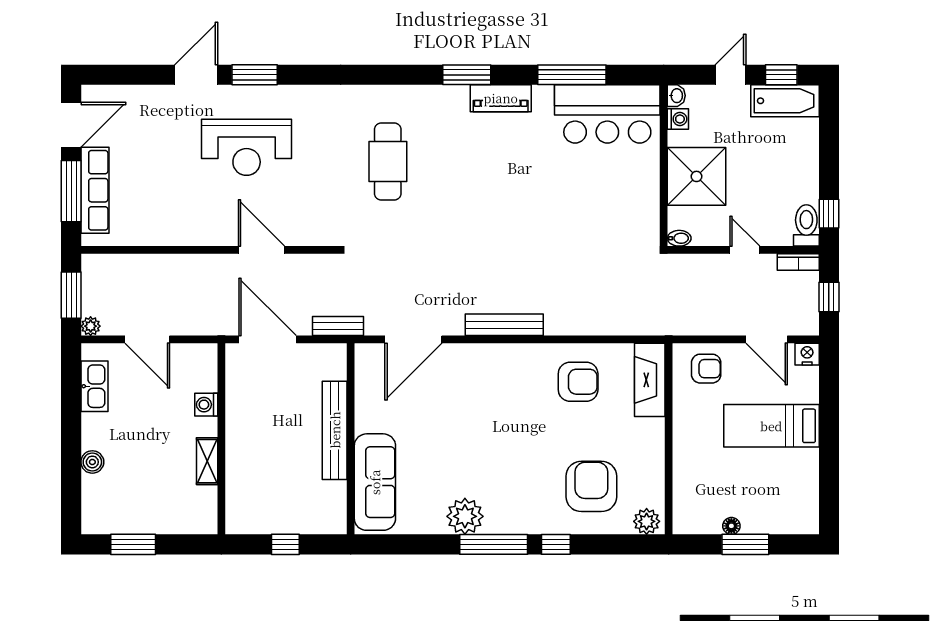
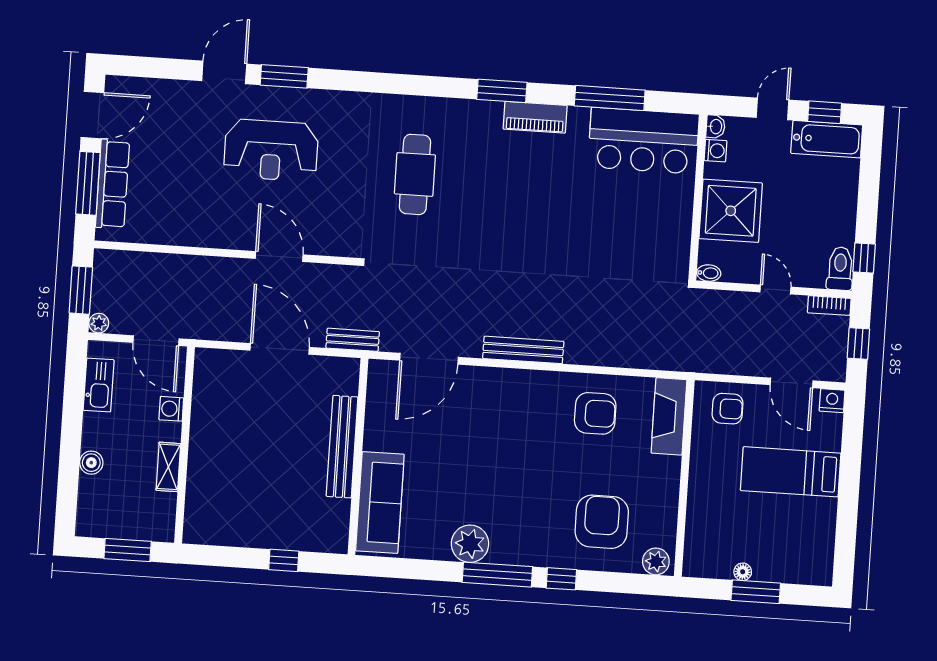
washing machine: (206, 405) -> (171, 409), moved
wall: (221, 439) -> (185, 445), moved
shelving: (207, 461) -> (168, 467), moved

